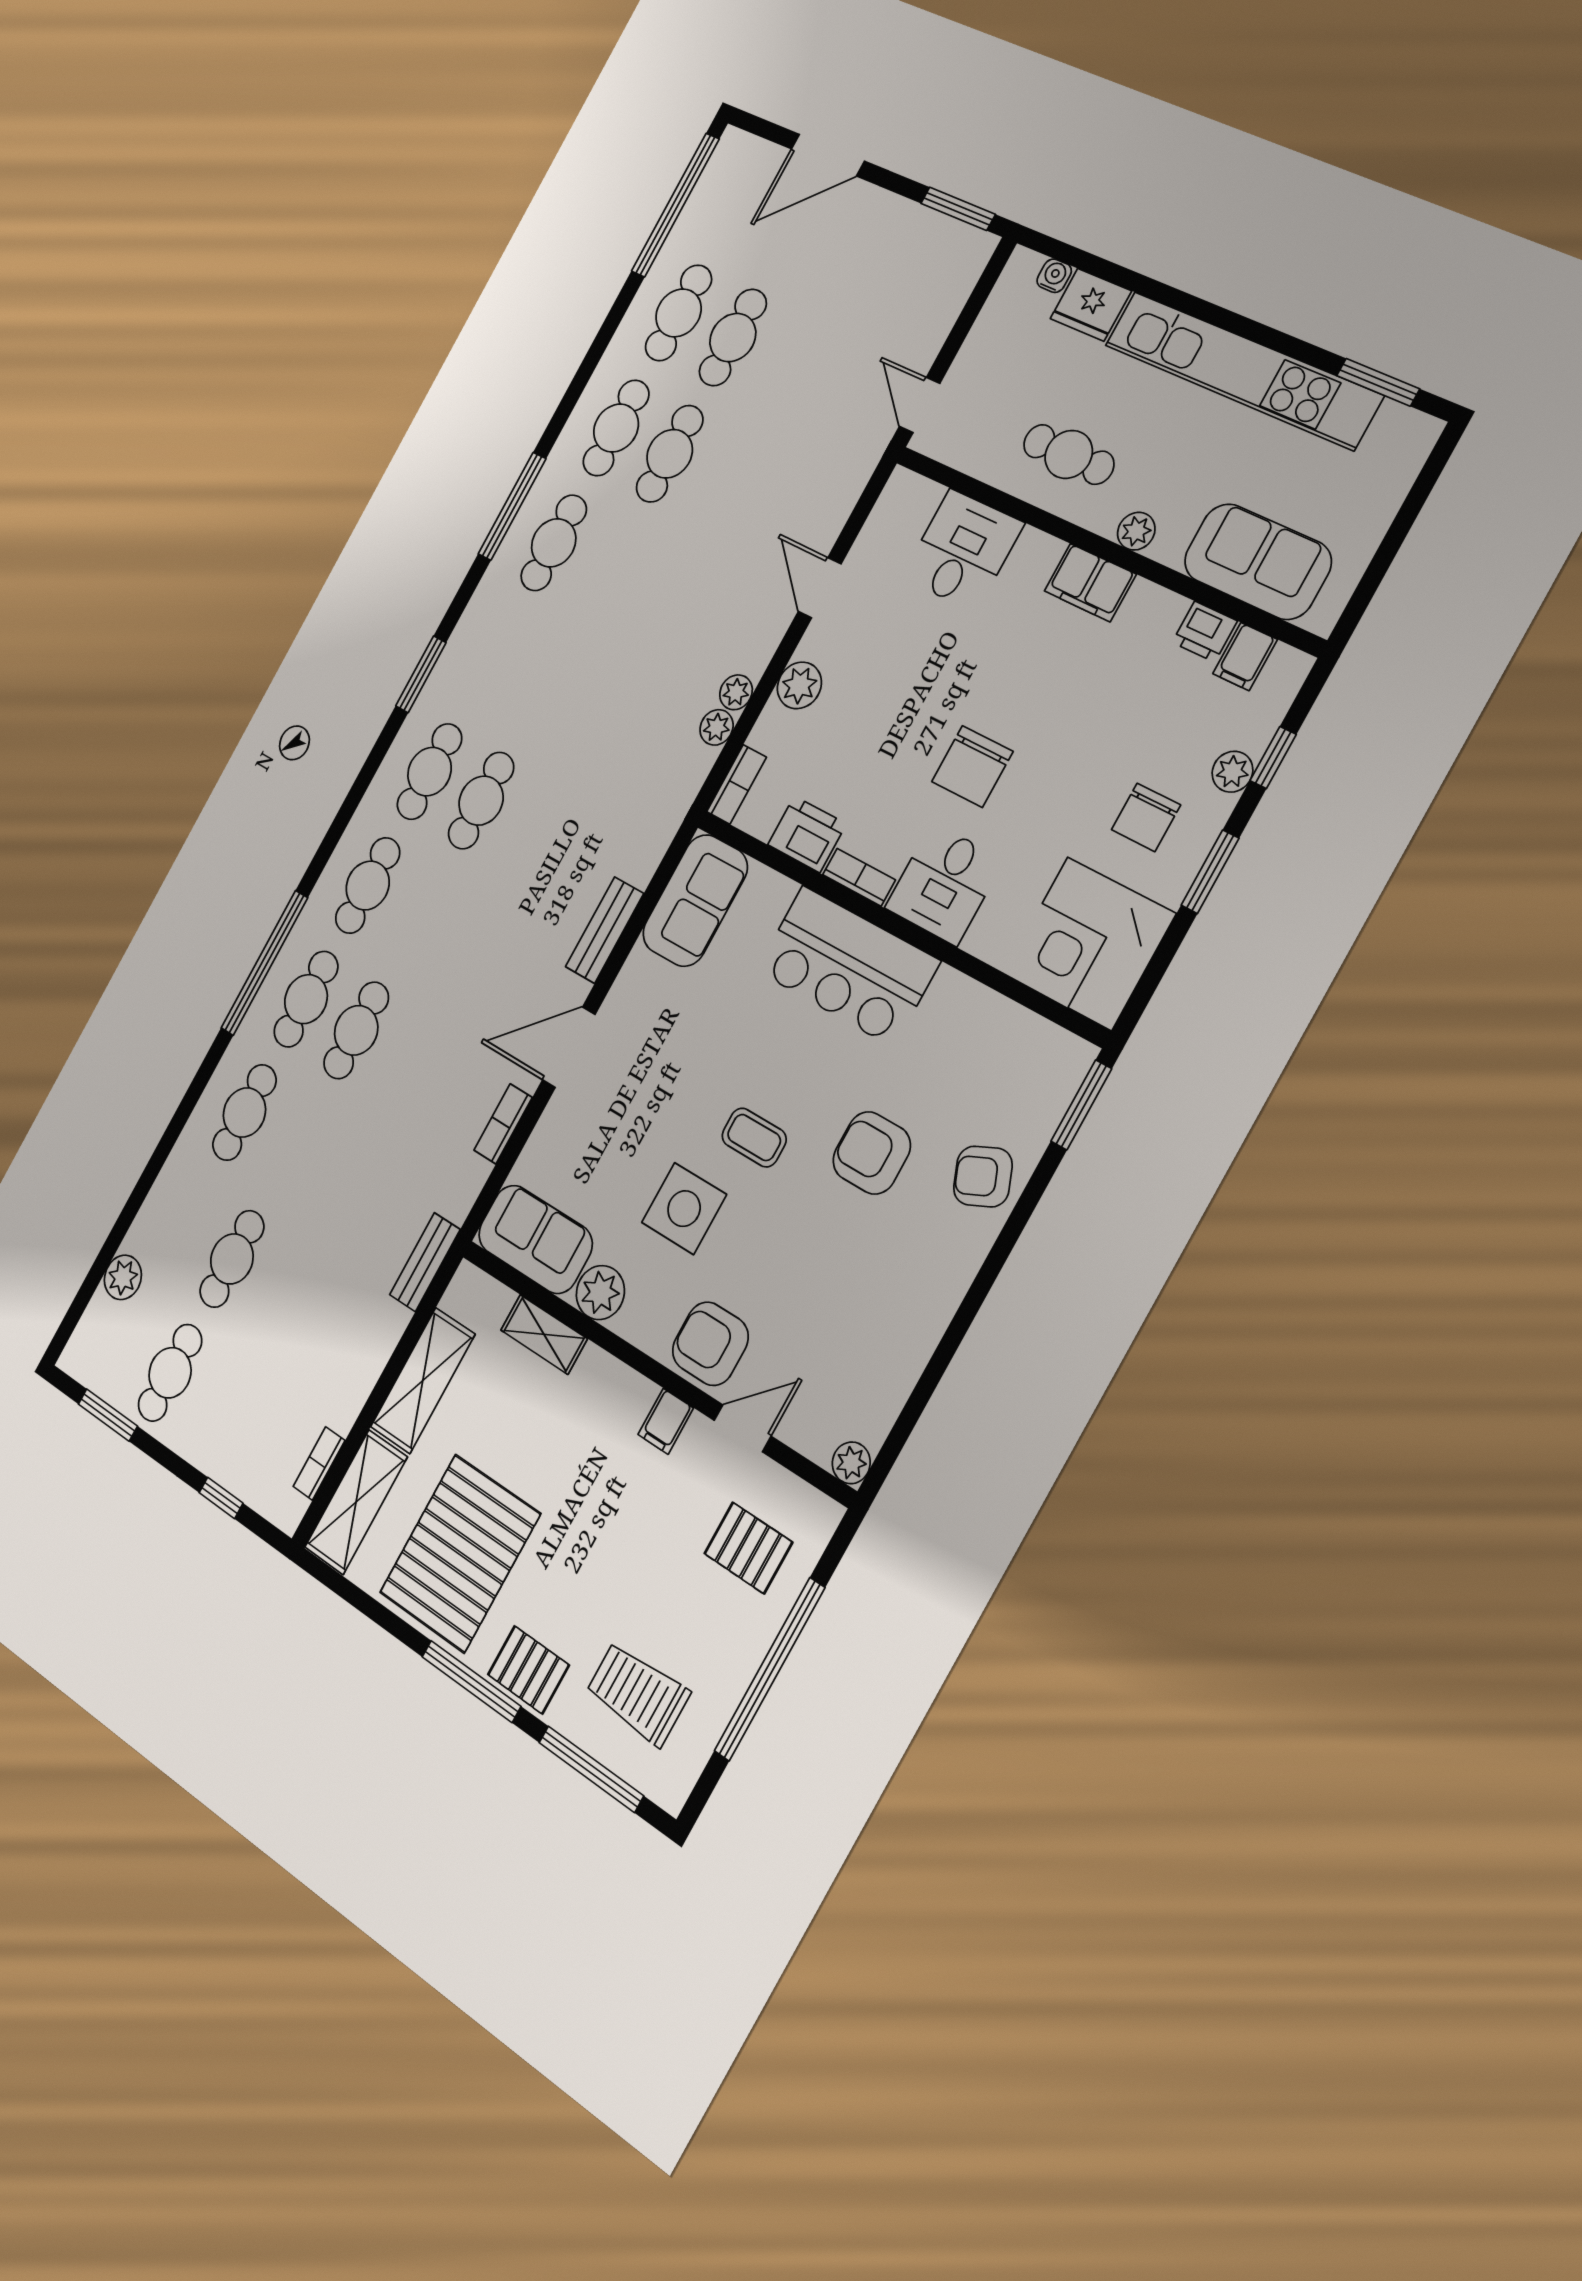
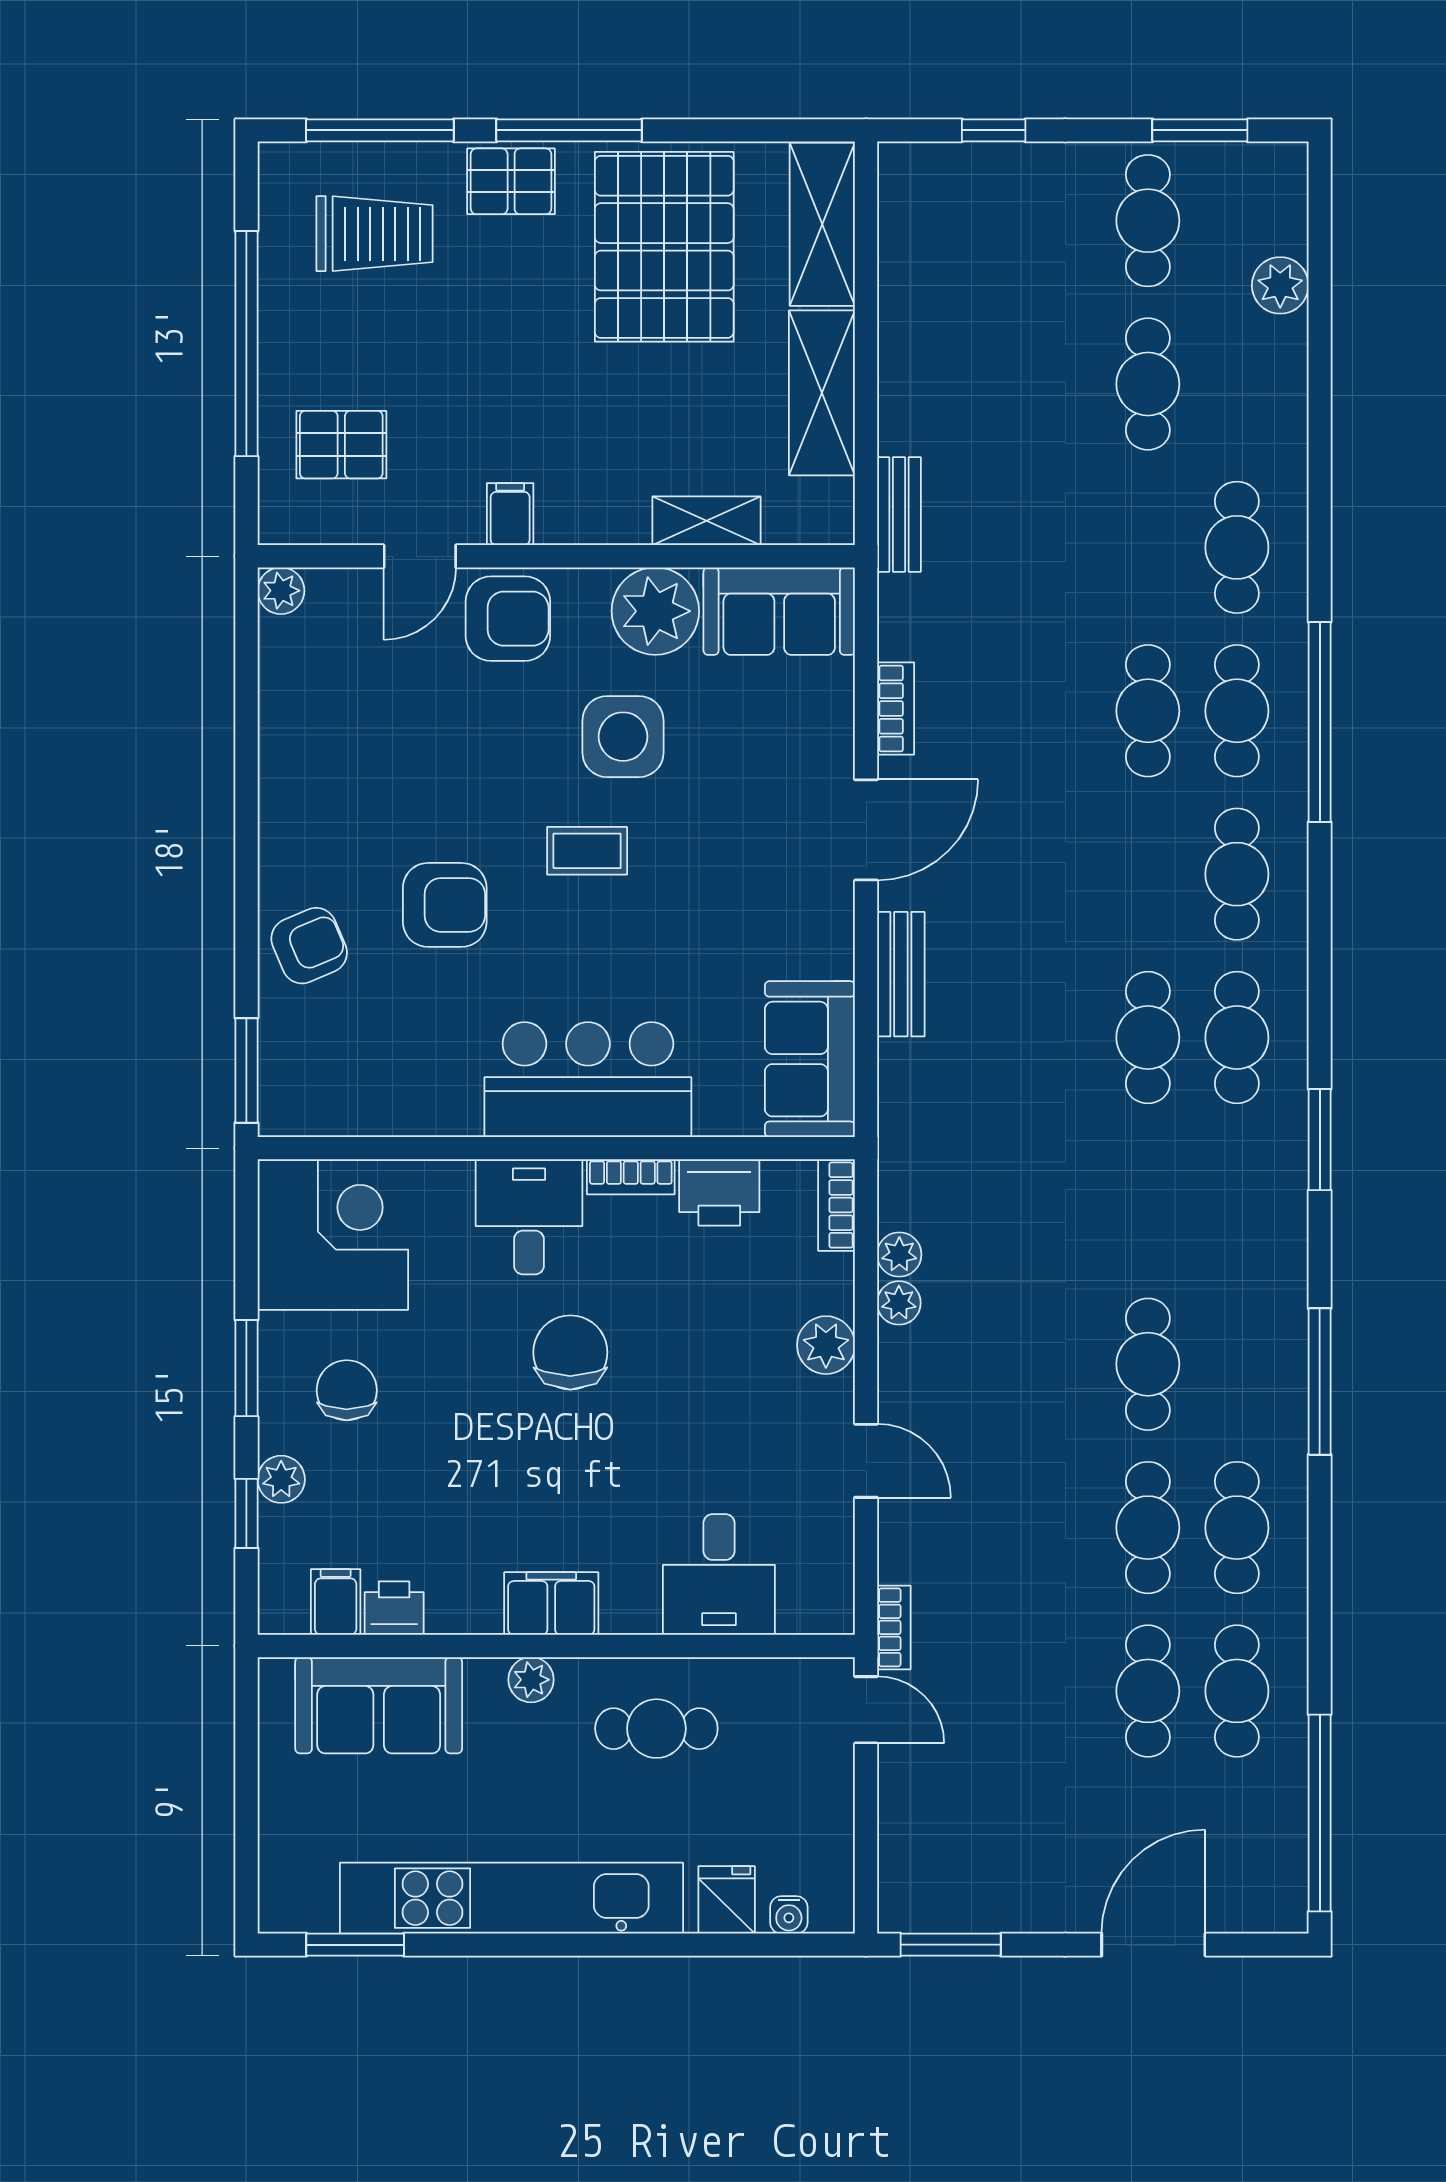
fridge: (1091, 305) -> (727, 1900), width x0.72
cafe table: (554, 543) -> (1148, 1364), moved
plant: (600, 1293) -> (655, 611), width x1.36, depth x1.36
bookcase: (319, 1463) -> (894, 1627), moved

